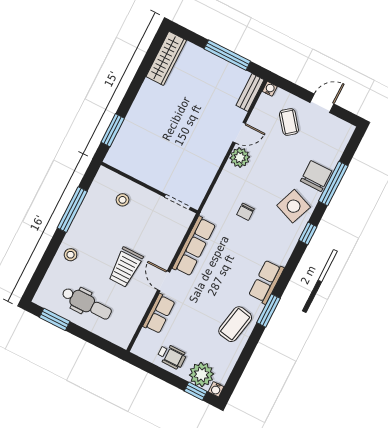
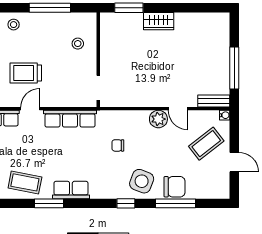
wardrobe: (166, 58) -> (159, 21), moved, width x0.67
coffee table: (289, 122) -> (206, 144), width x1.36, depth x1.30

